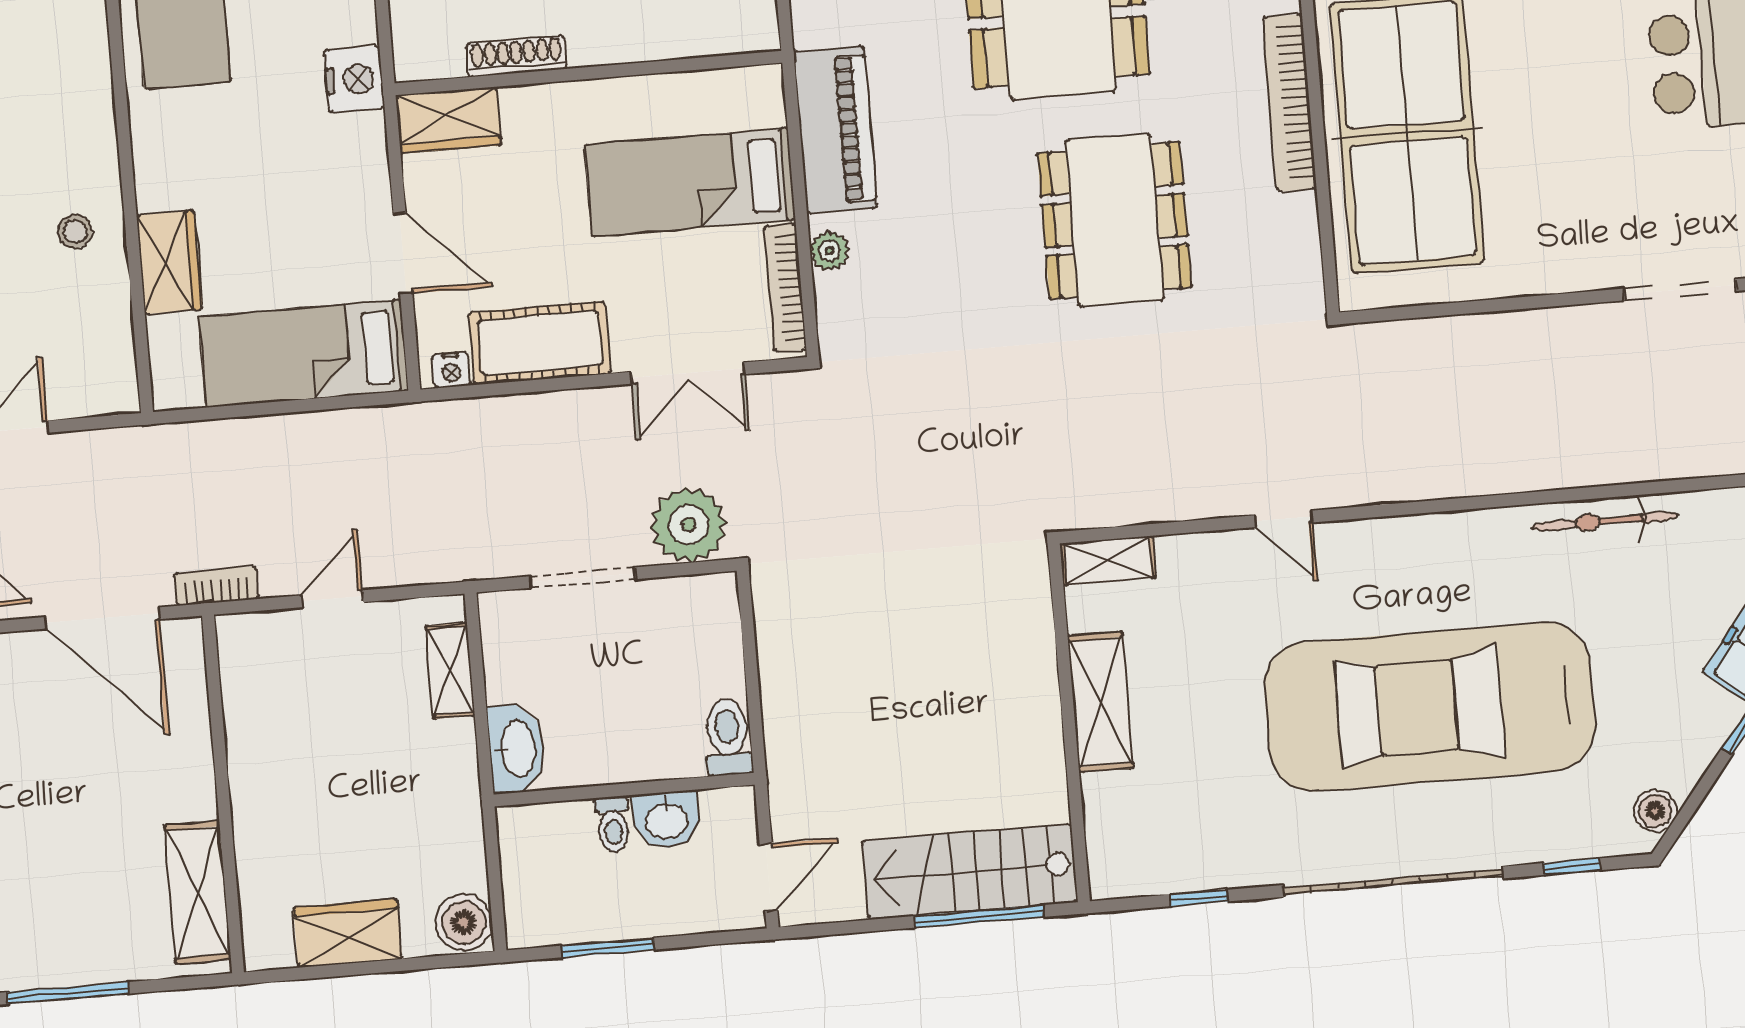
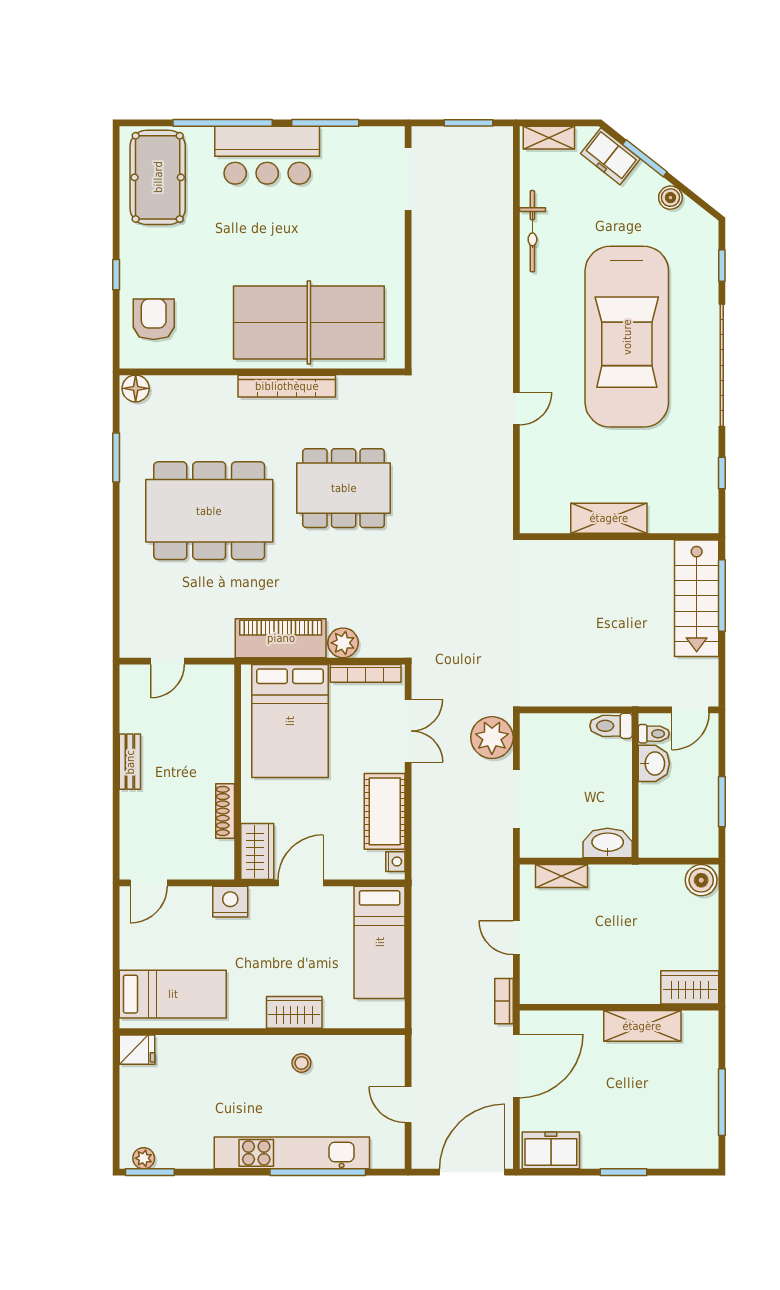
bed: (690, 182) -> (290, 721), width x1.50
plant: (830, 251) -> (343, 643), width x1.38, depth x1.38
door: (403, 254) -> (301, 883), moved
wardrobe: (169, 262) -> (294, 1012), moved
shelving: (1108, 560) -> (531, 508), removed
boiler: (1655, 811) -> (670, 198), moved
toilet: (613, 824) -> (654, 734), moved
door: (769, 877) -> (690, 710), swing flipped
shelving: (198, 892) -> (642, 1026), moved
wardrobe: (348, 933) -> (690, 987), moved, turned 90

